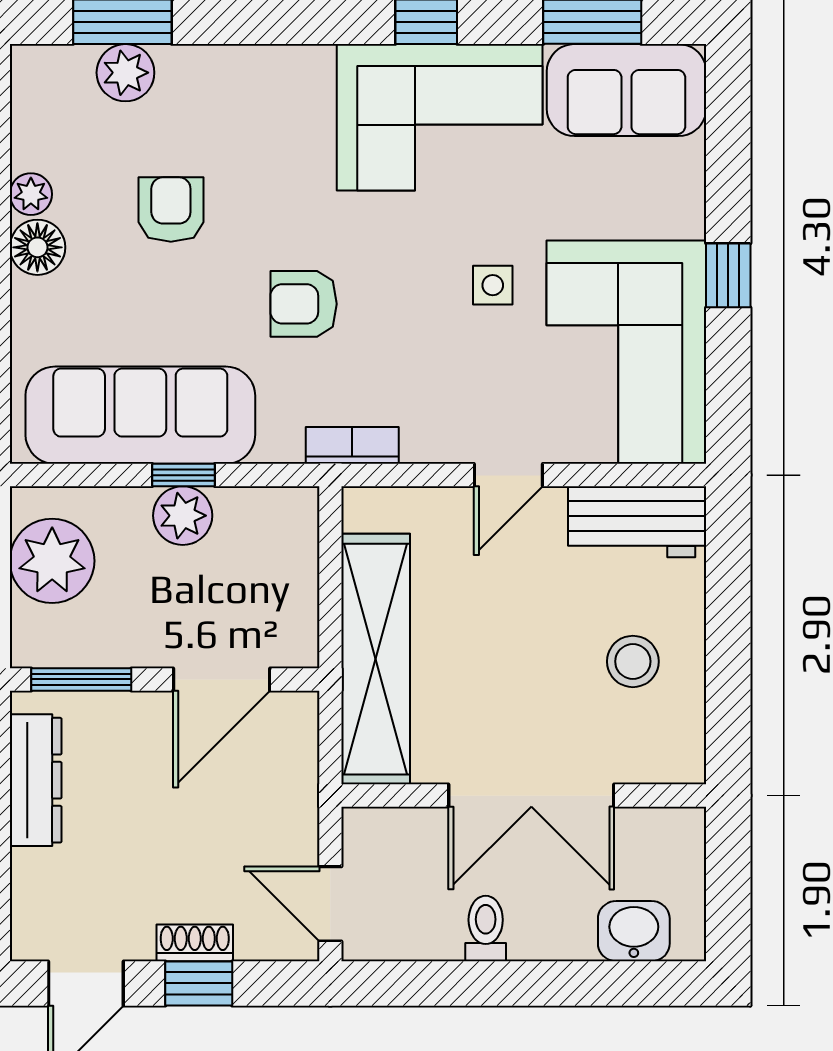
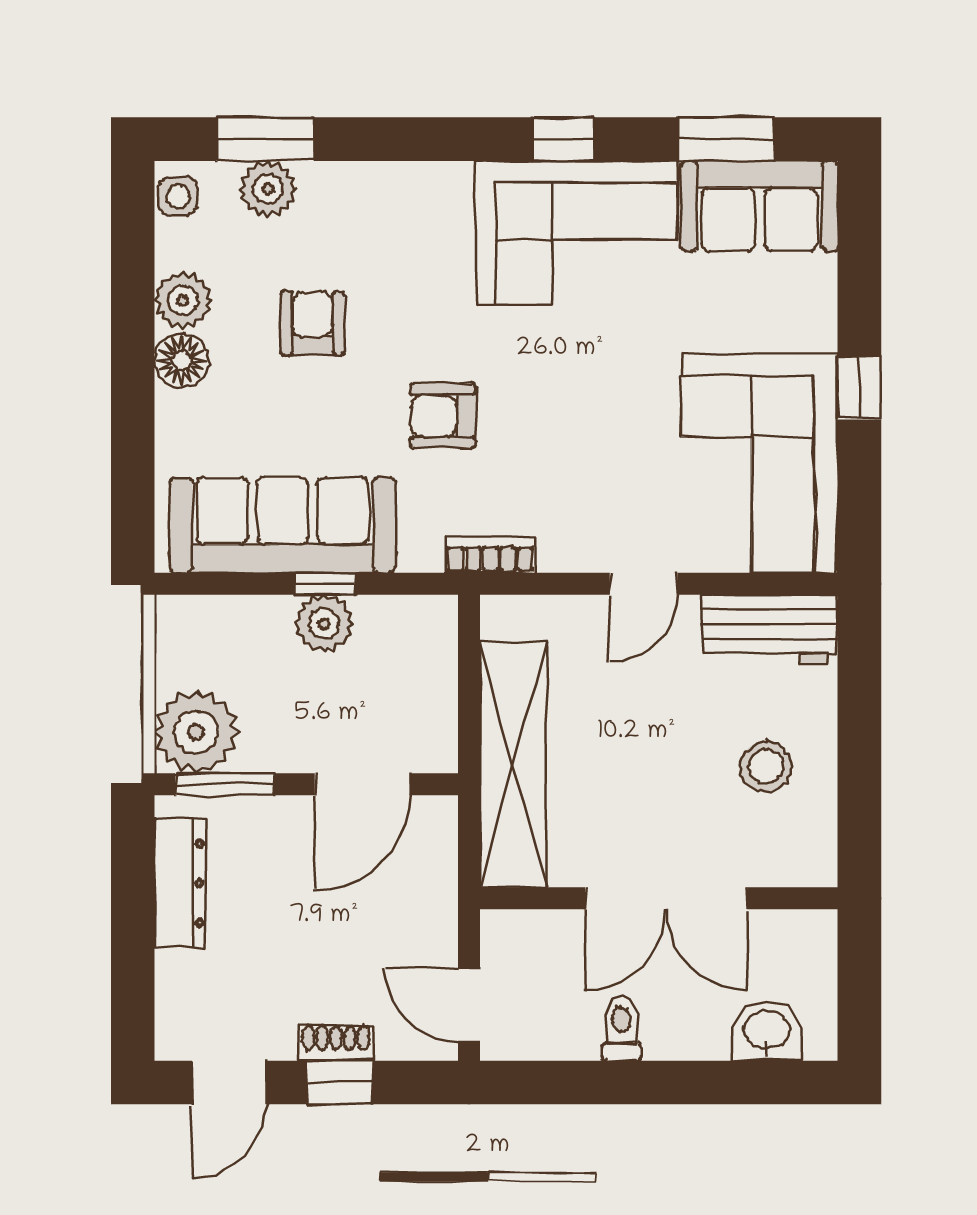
plant: (31, 194) -> (183, 300), width x1.38, depth x1.38
side table: (493, 285) -> (178, 196), moved
plant: (52, 561) -> (196, 732), moved

